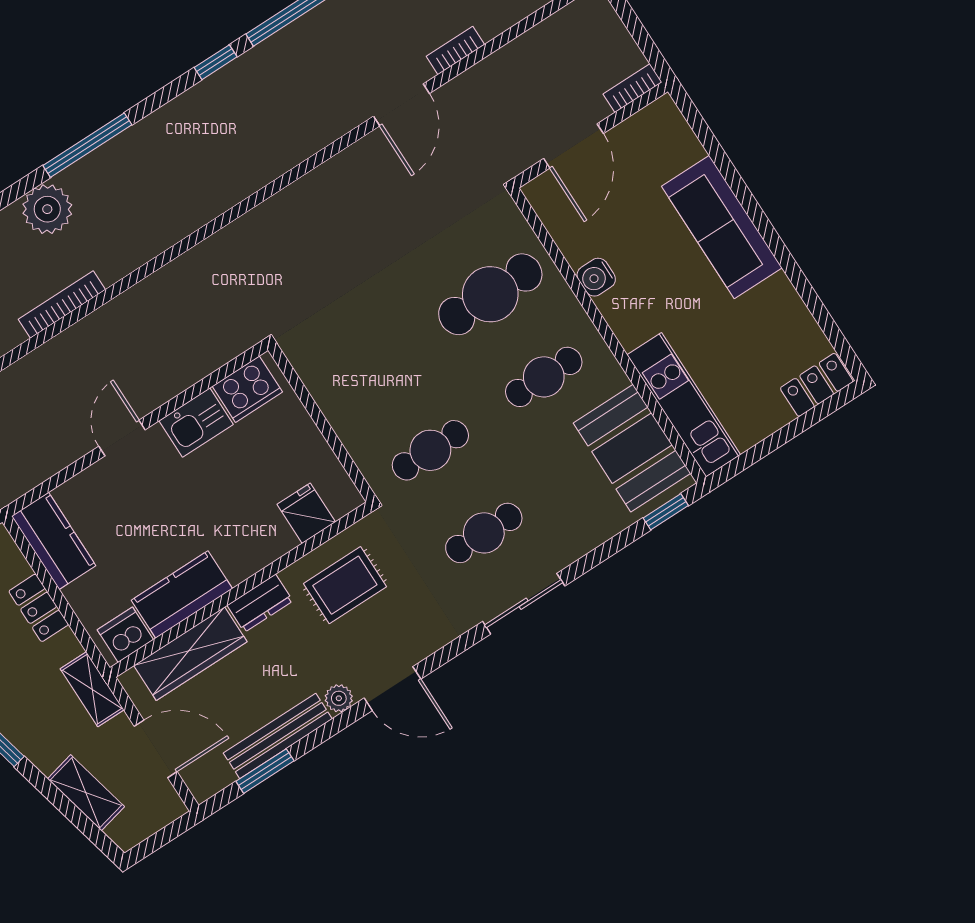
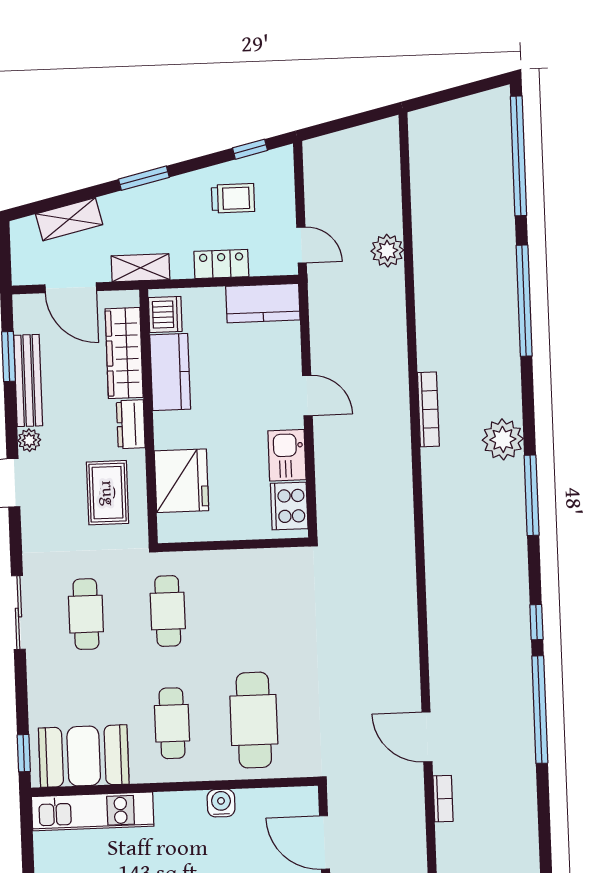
fridge: (306, 513) -> (181, 481), width x1.88, depth x1.34
door: (156, 749) -> (71, 288), hinge flipped

